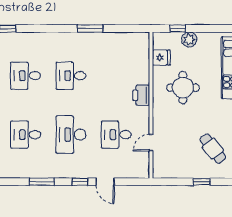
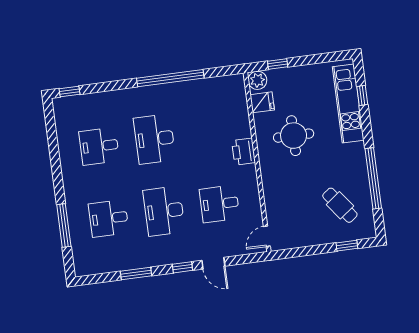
window: (90, 29) -> (170, 78), width x2.11
plant: (189, 39) -> (257, 80), moved
desk: (71, 76) -> (155, 139), width x1.37
door: (151, 143) -> (267, 236), moved
window: (201, 182) -> (347, 246), moved

